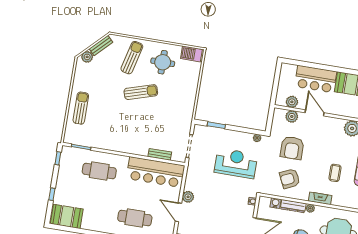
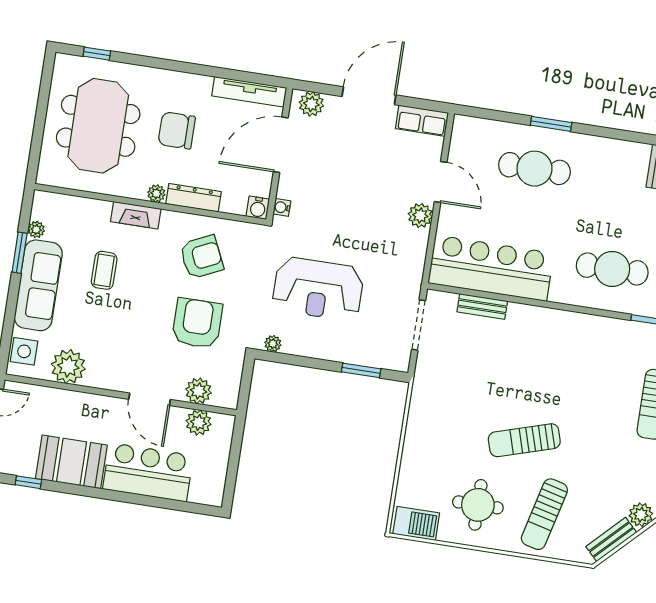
water cooler: (275, 203) -> (258, 208), moved

